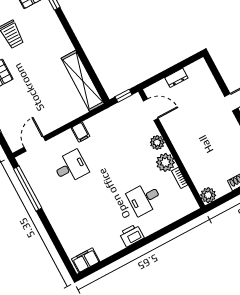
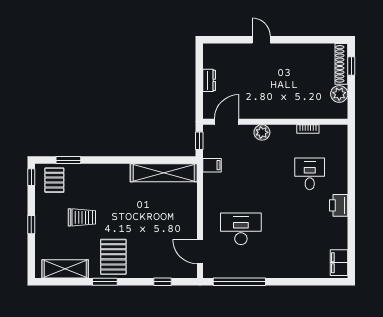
filing cabinet: (80, 132) -> (212, 165), moved
plant: (165, 162) -> (285, 135), removed
desk: (71, 167) -> (241, 229), width x1.37
plant: (208, 195) -> (339, 94), moved
desk: (144, 199) -> (310, 174), turned 180

